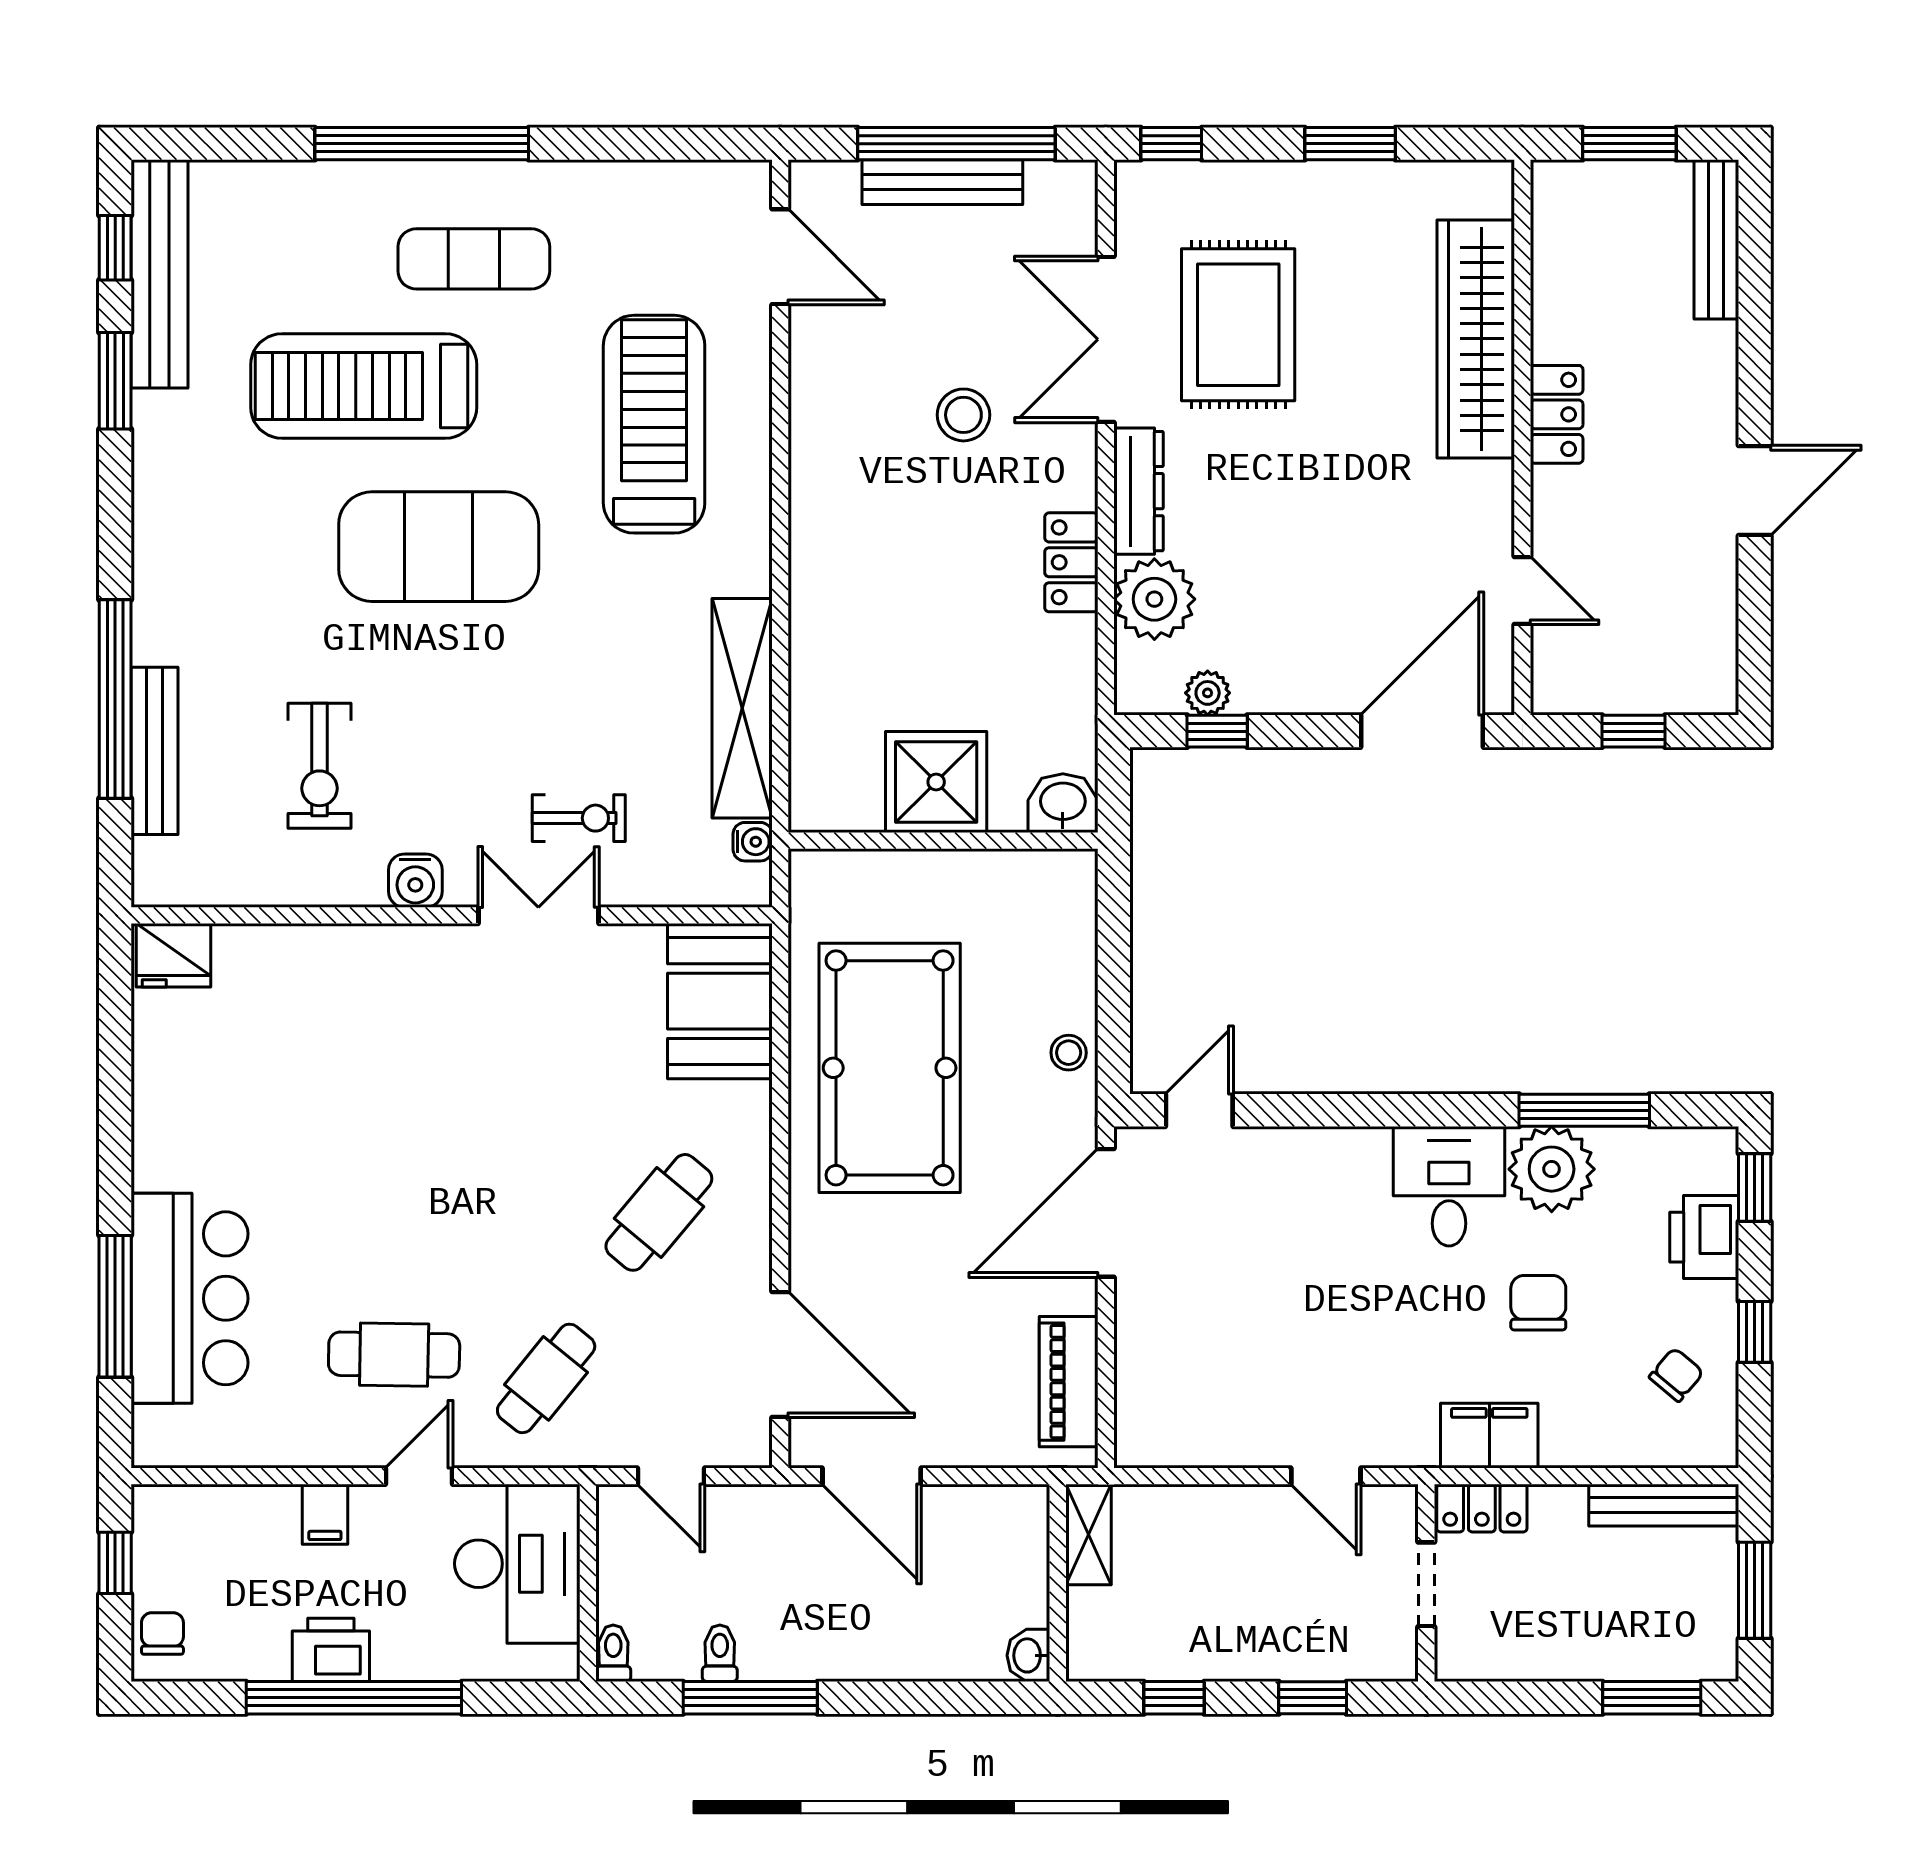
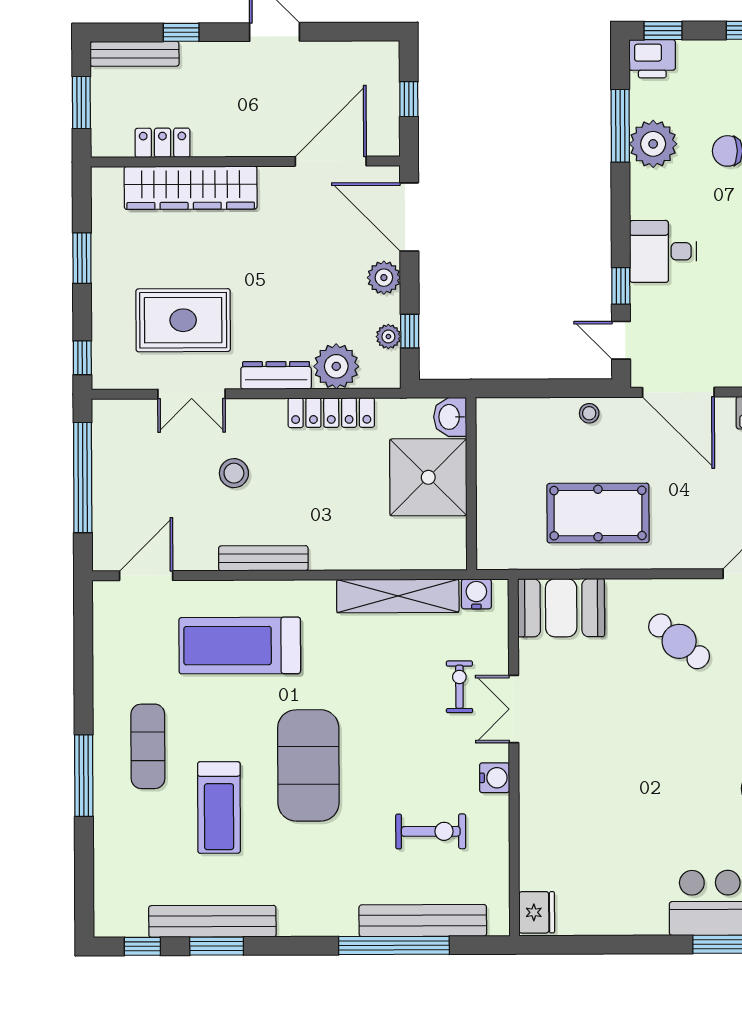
window: (422, 144) -> (84, 776), width x0.68
bench: (942, 182) -> (263, 558), moved, turned 90
bench: (160, 274) -> (212, 921), moved
window: (1755, 323) -> (181, 32), added
double door: (1106, 339) -> (191, 394), width x0.73
treadmill: (364, 386) -> (219, 807), width x0.73, depth x0.73
locker: (1557, 414) -> (163, 143), moved
locker: (1071, 562) -> (331, 413), width x1.53
door: (1522, 591) -> (331, 161), width x1.88
plant: (1313, 685) -> (384, 278), added
bench: (155, 751) -> (423, 921), width x1.37, depth x1.21
shower: (936, 782) -> (428, 477), width x1.37, depth x1.37
water cooler: (753, 842) -> (476, 594), width x1.38, depth x1.38
pool table: (890, 1068) -> (598, 513), width x0.73, depth x0.76
window: (1297, 1110) -> (621, 286), added
desk: (1449, 1186) -> (663, 251), moved
printer: (1704, 1237) -> (652, 59), moved

